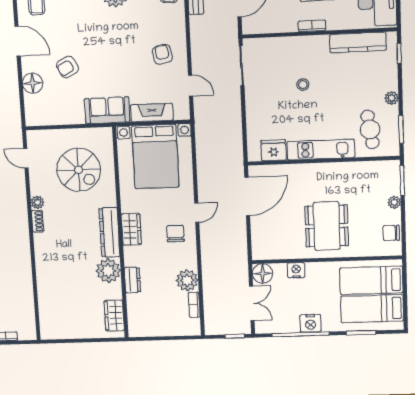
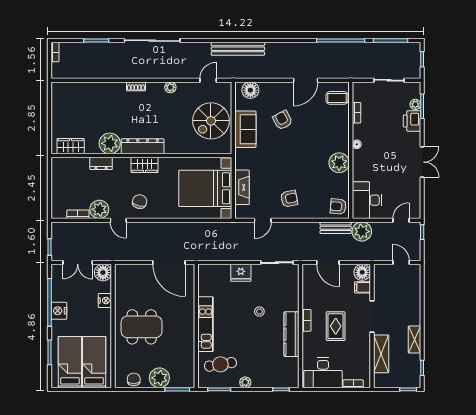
kitchen counter: (358, 42) -> (292, 334), moved
floor lamp: (33, 83) -> (250, 90), moved
sofa: (107, 110) -> (245, 129), moved
fridge: (273, 150) -> (241, 273), moved, turned 90
spiral stairs: (79, 170) -> (211, 121), moved
plant: (394, 202) -> (159, 378), width x1.87, depth x1.87
door: (197, 213) -> (118, 220), moved
shoe rack: (38, 221) -> (136, 86), moved
chair: (175, 234) -> (140, 202), turned -76

